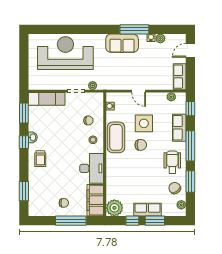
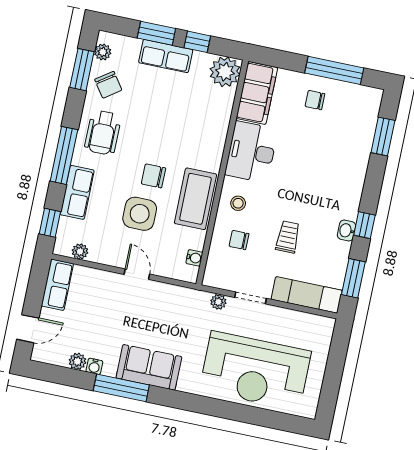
trolley: (40, 159) -> (288, 237), moved
window: (190, 181) -> (82, 70), moved
window: (71, 221) -> (334, 70), moved

